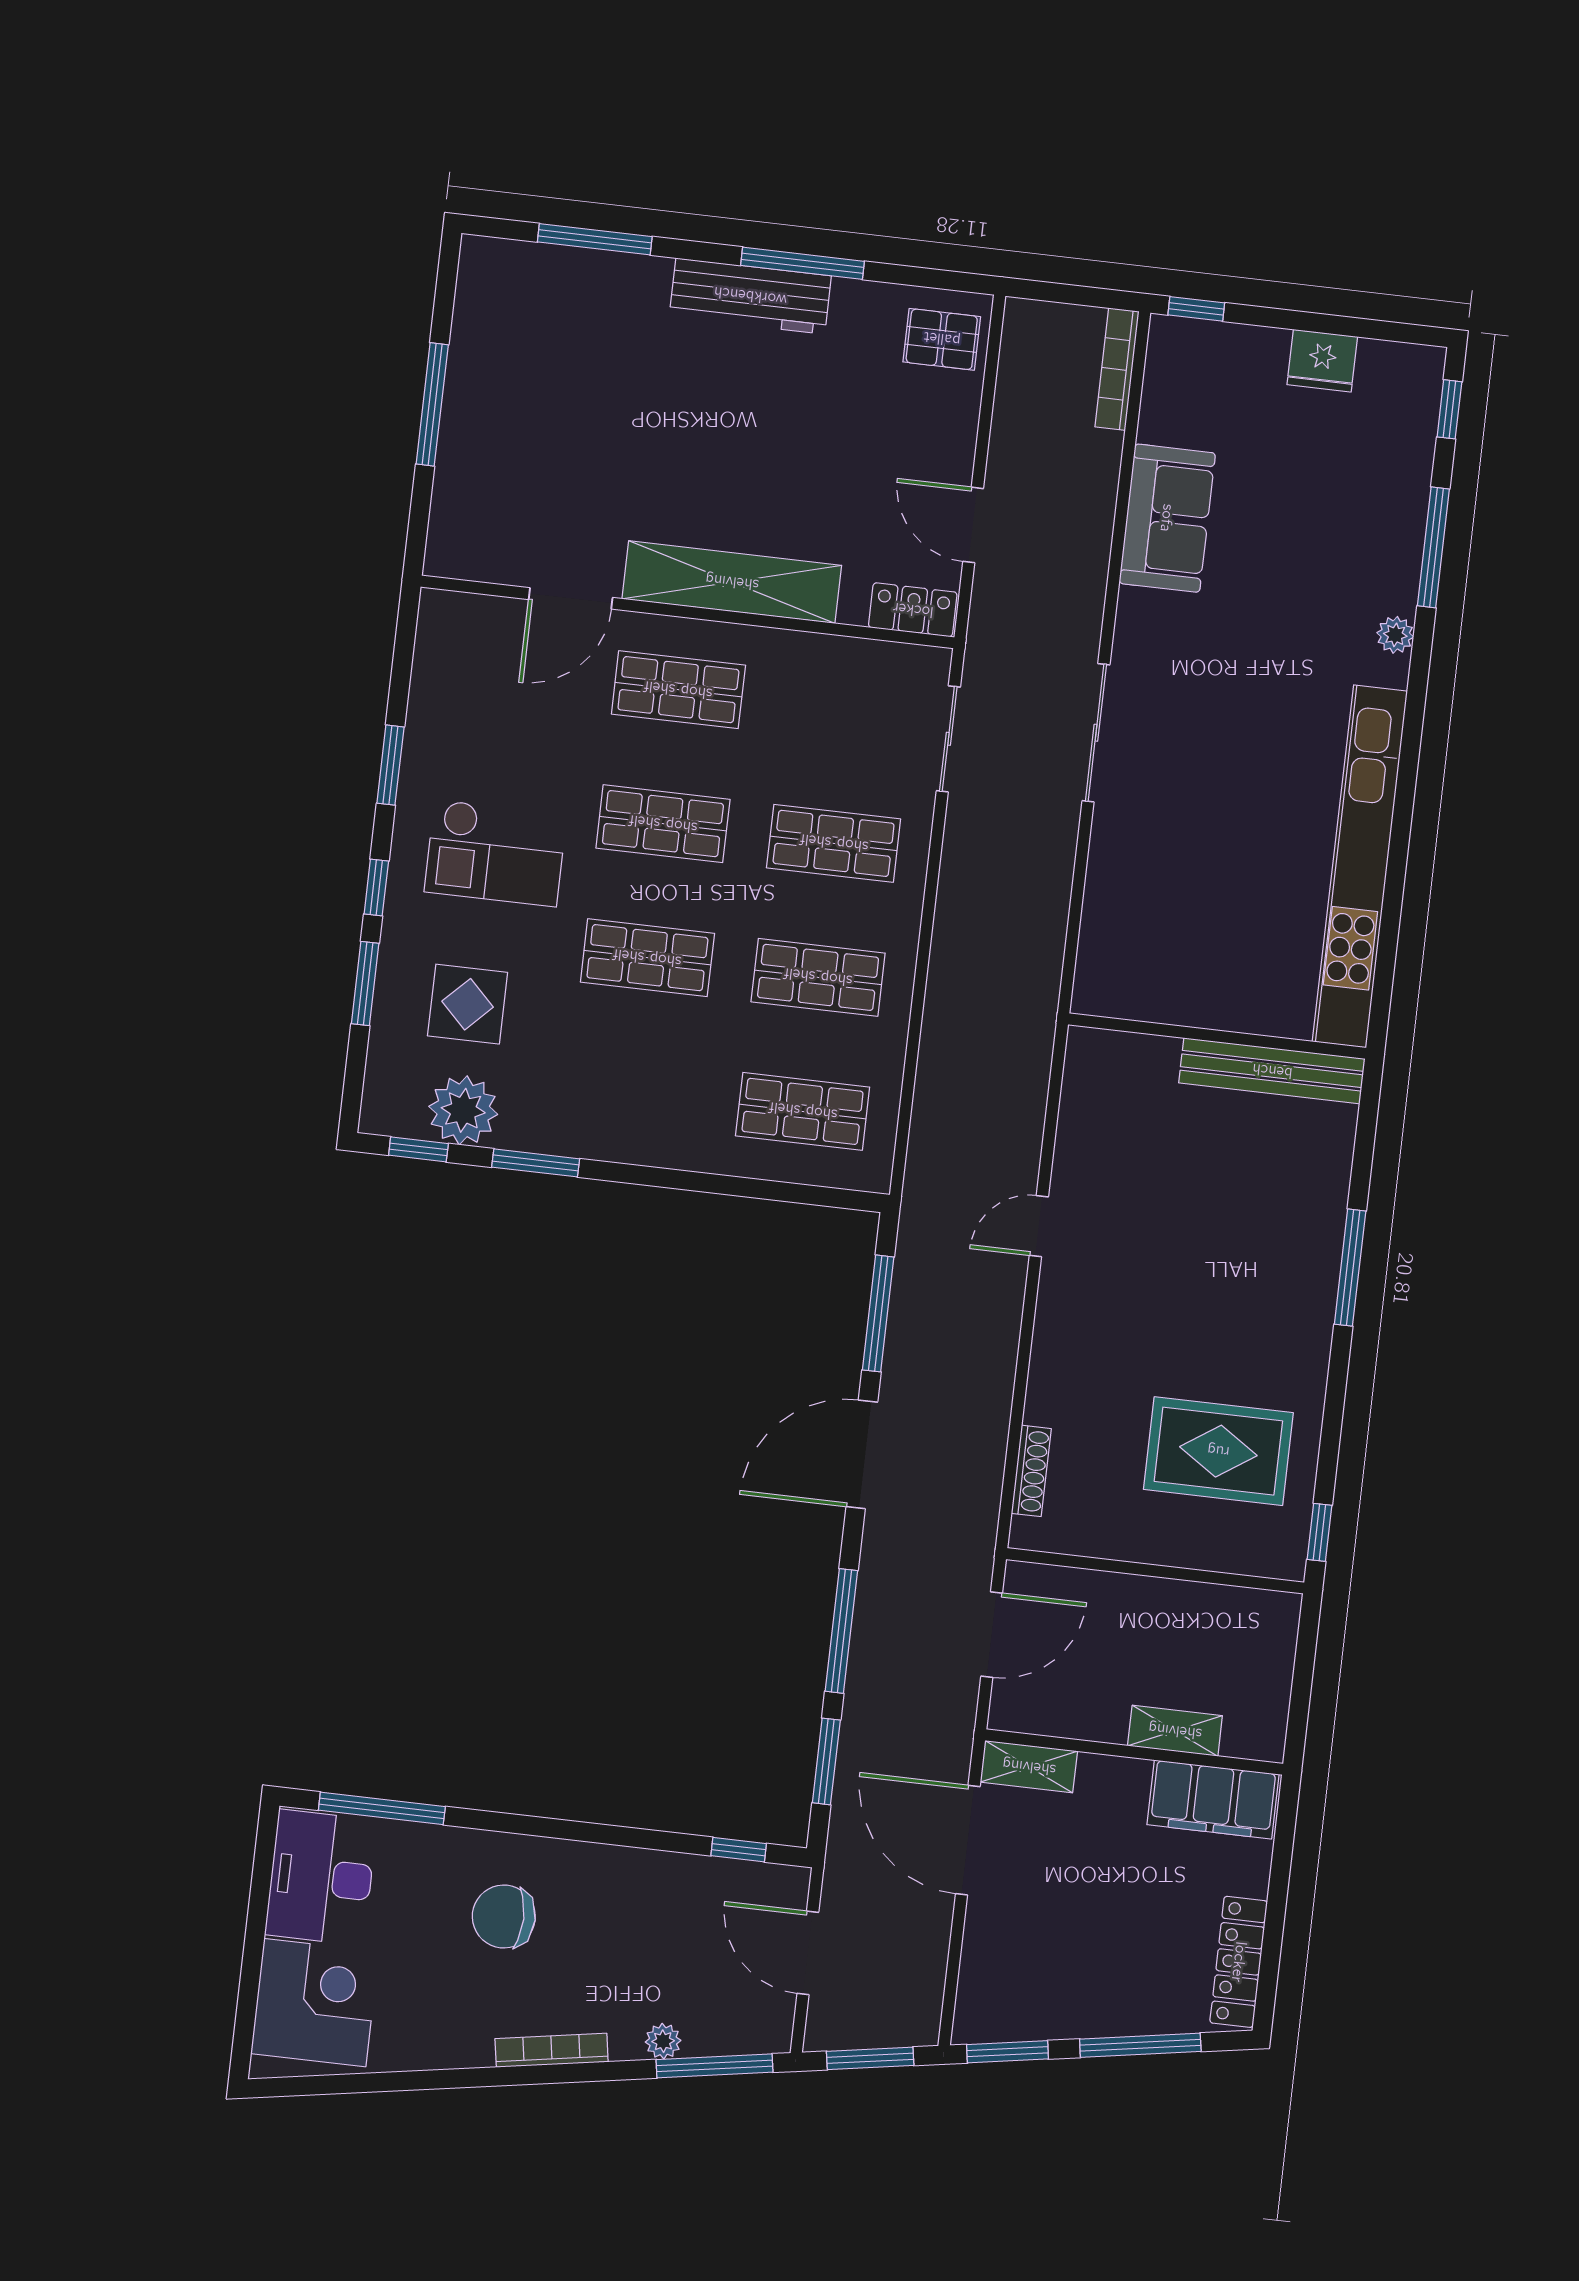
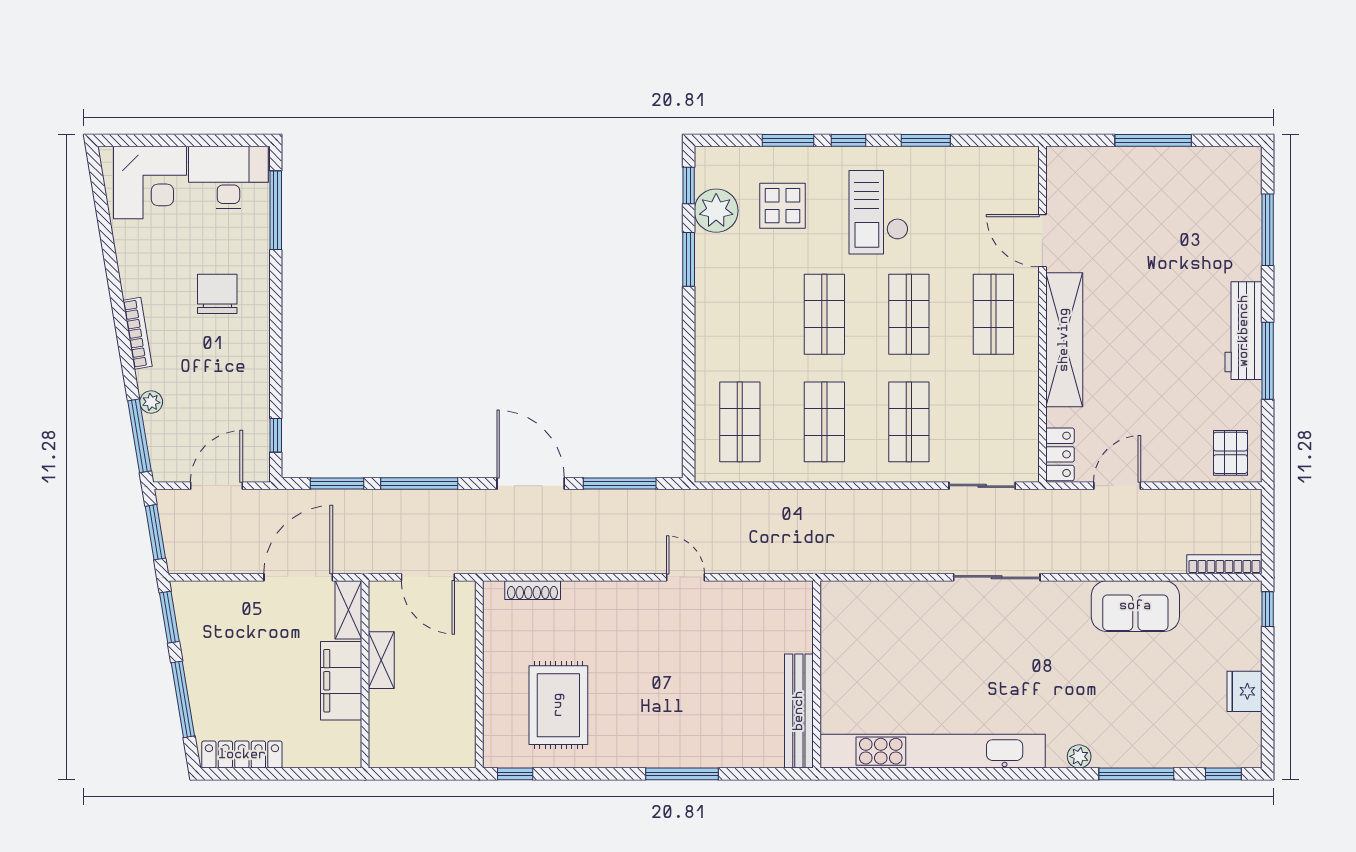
shelving: (1175, 1731) -> (381, 660), moved
filing cabinet: (1213, 1800) -> (341, 681), moved

